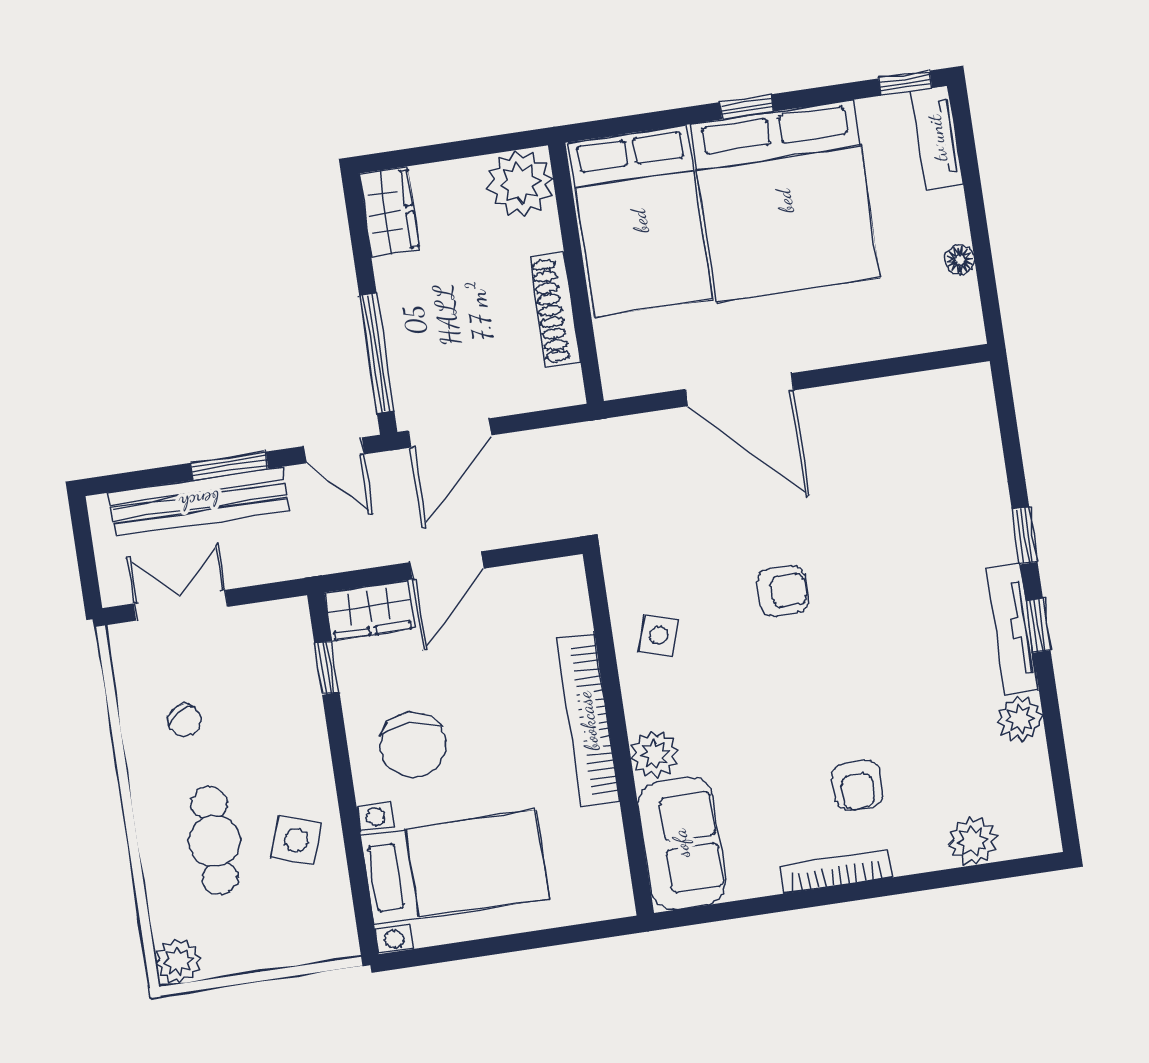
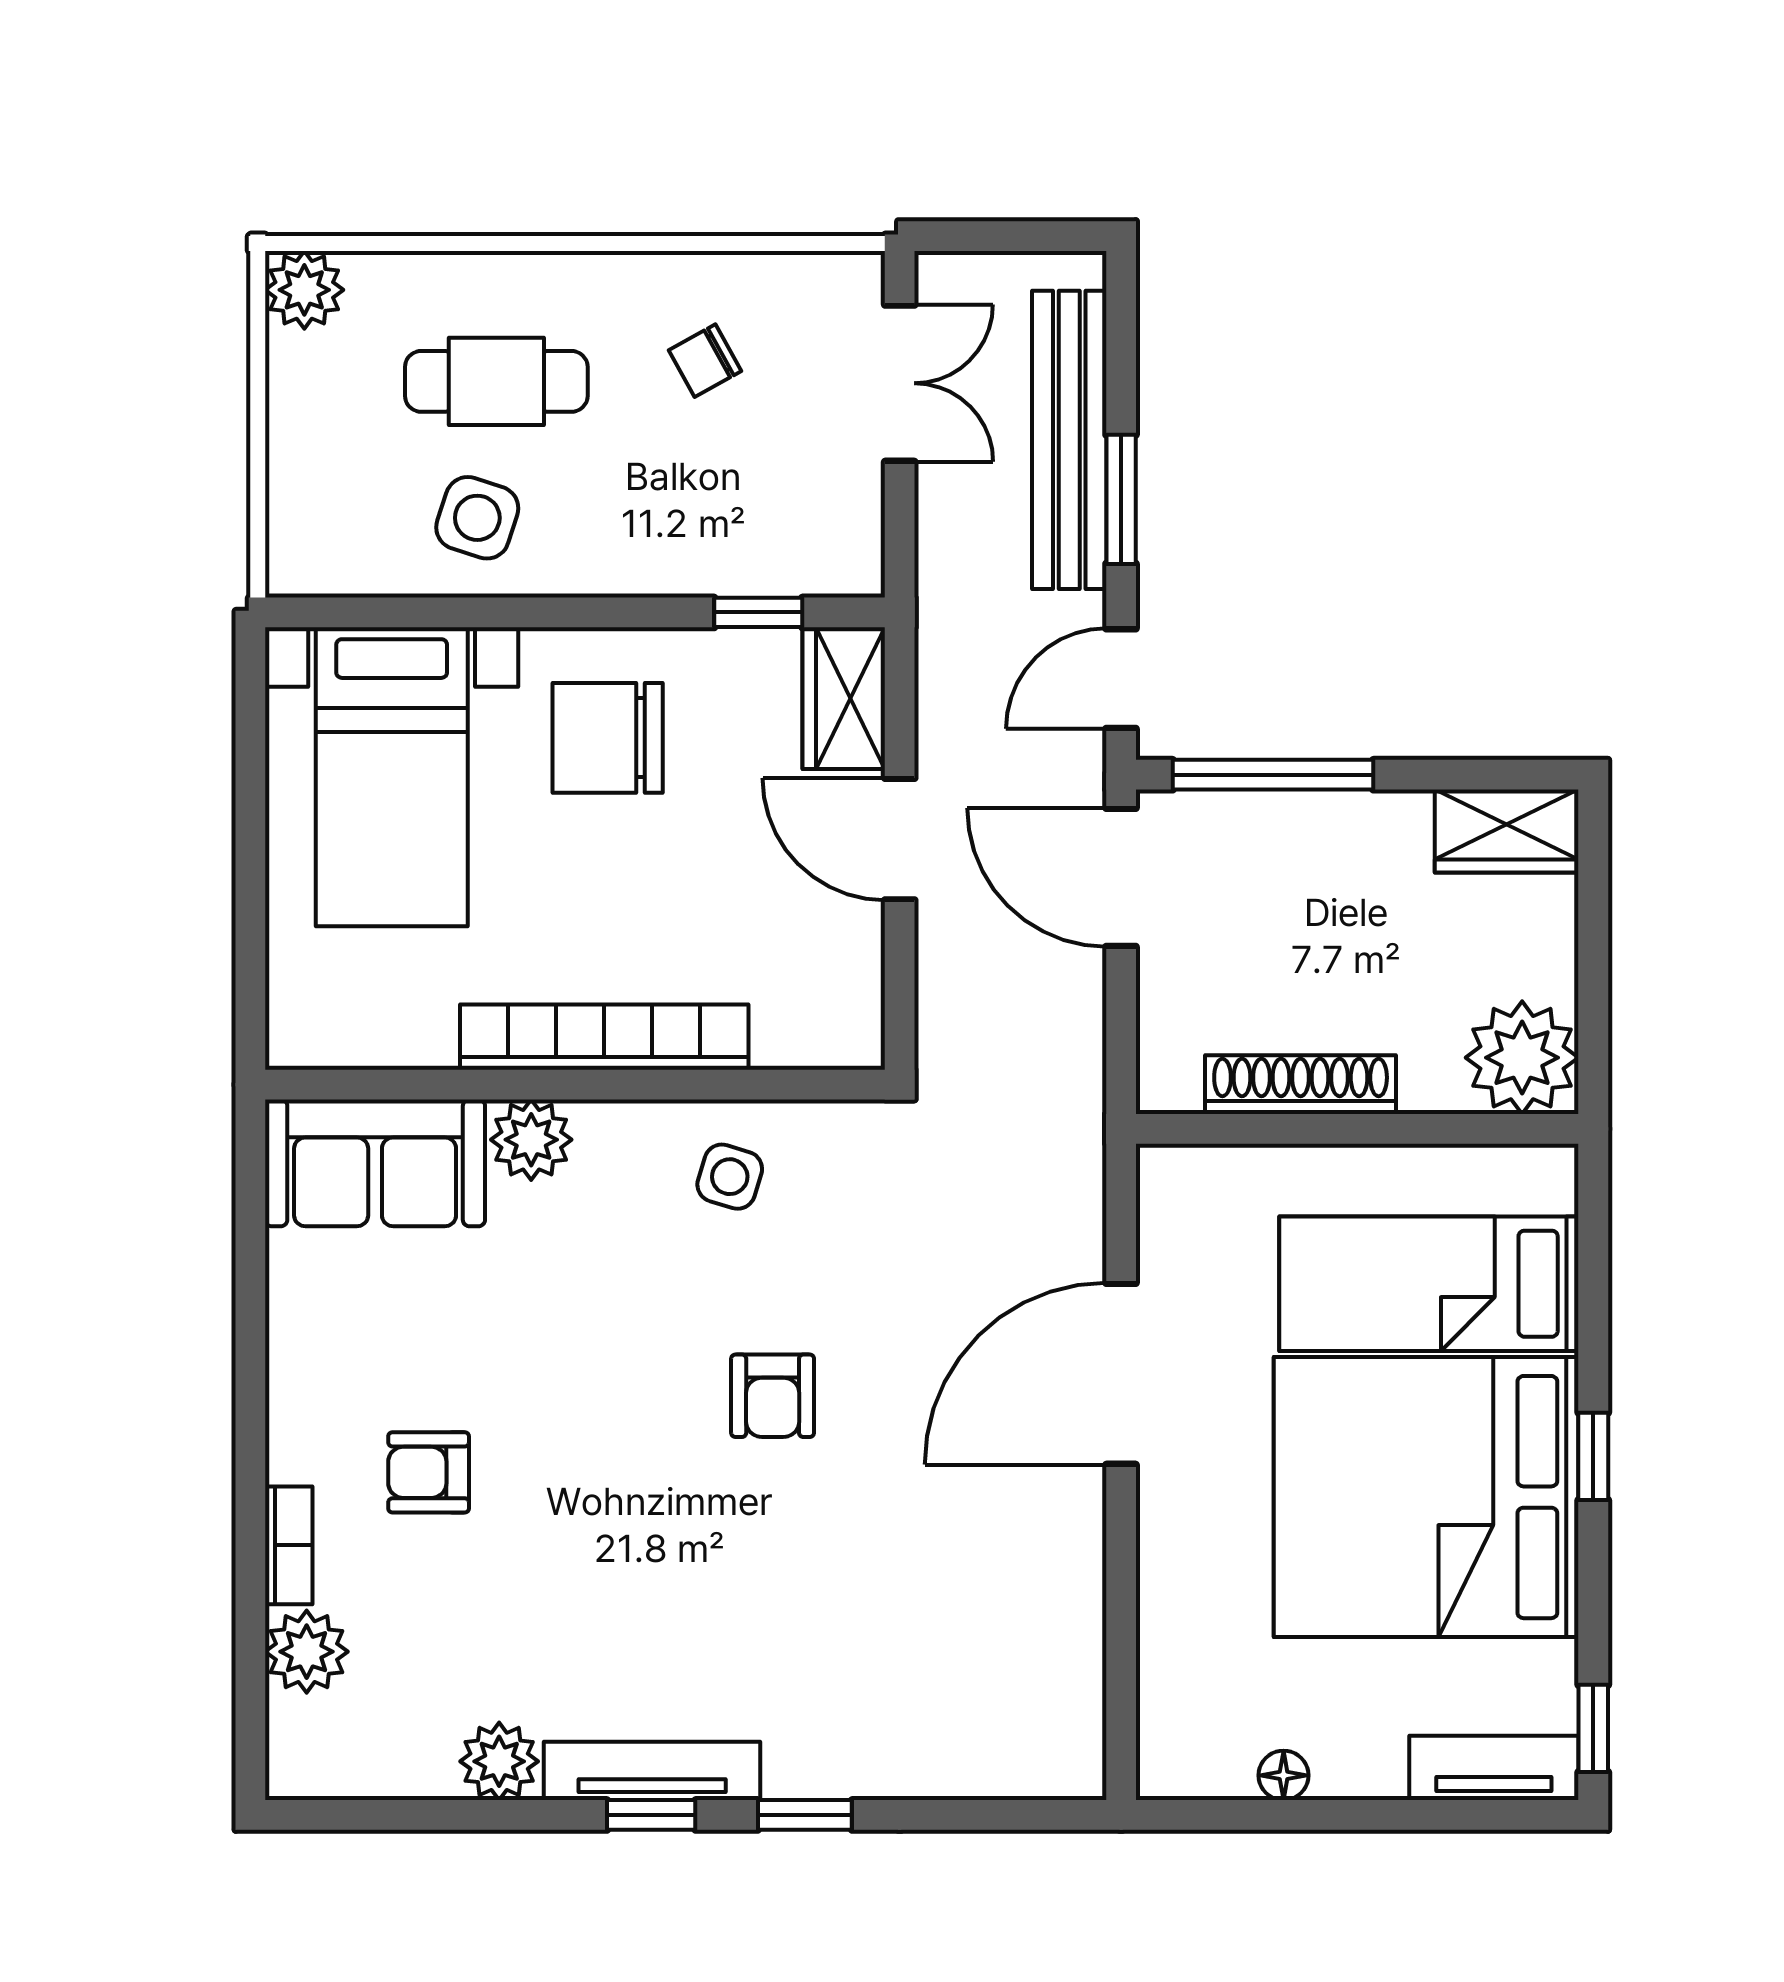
bed: (640, 221) -> (1429, 1284), width x0.67
bookcase: (836, 872) -> (289, 1545), moved, width x0.64

